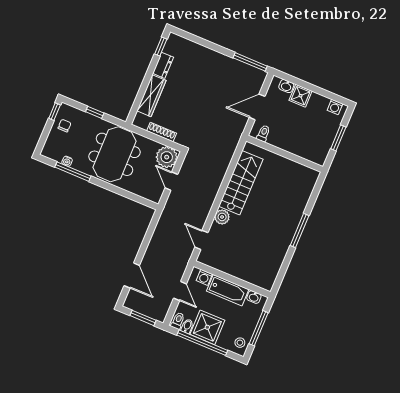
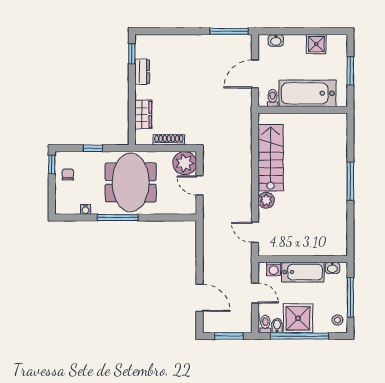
wardrobe: (152, 96) -> (143, 114), width x0.67
shower: (301, 96) -> (316, 44), moved
washing machine: (335, 107) -> (334, 41), removed
bathtub: (294, 142) -> (308, 93), added
window: (73, 172) -> (118, 218), moved

